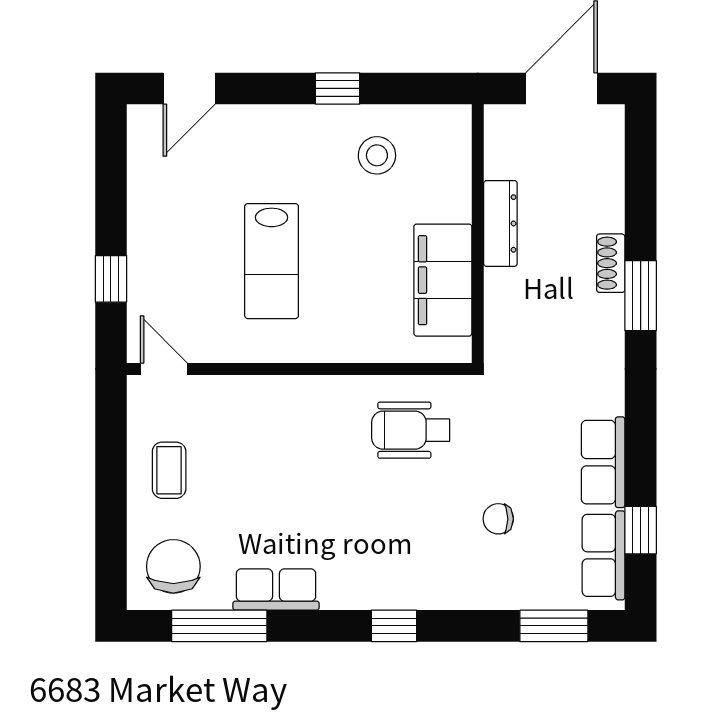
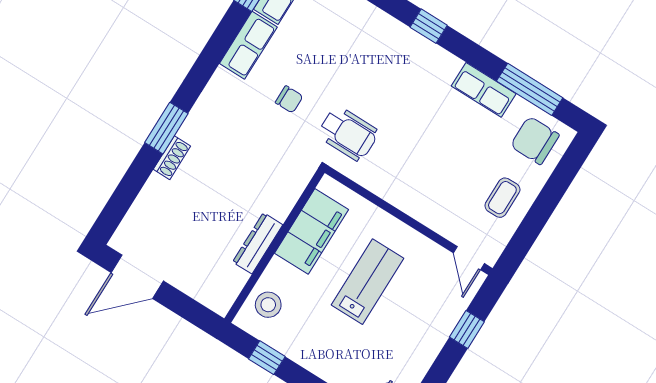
dresser: (500, 223) -> (258, 243), moved
wall: (478, 234) -> (275, 246), moved
filing cabinet: (443, 280) -> (312, 231), moved
chair: (498, 519) -> (289, 99), moved
chair: (173, 566) -> (535, 140), turned 90

